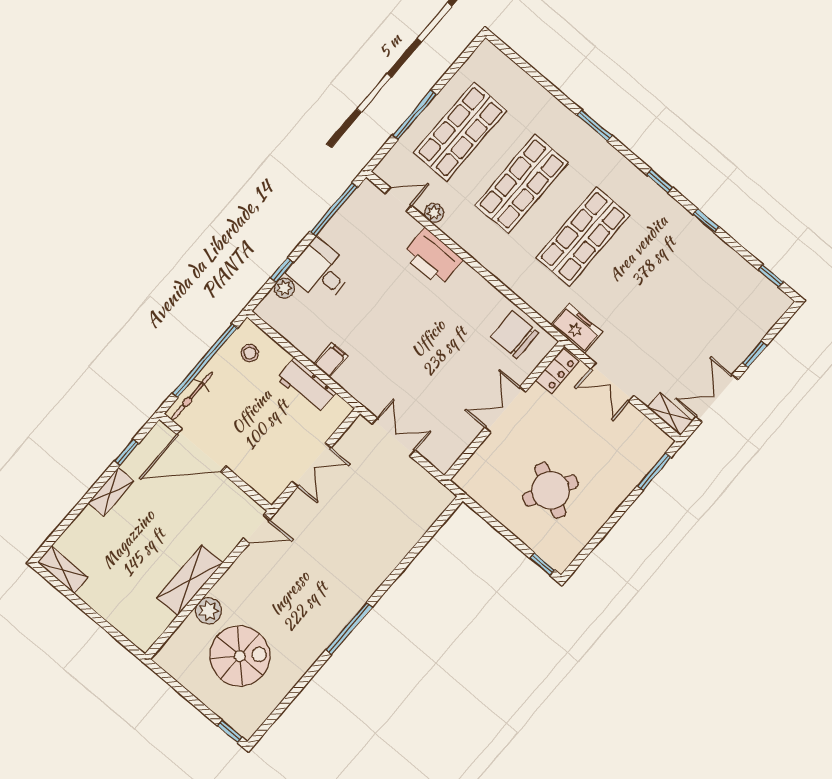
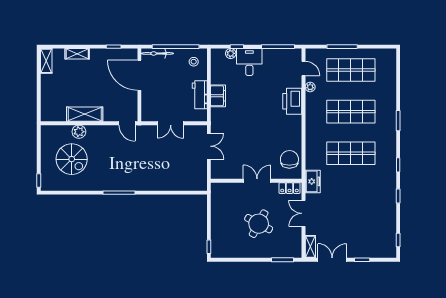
filing cabinet: (331, 360) -> (218, 96), width x2.00
round table: (550, 490) -> (259, 224), moved
shelving: (111, 492) -> (77, 54), moved

